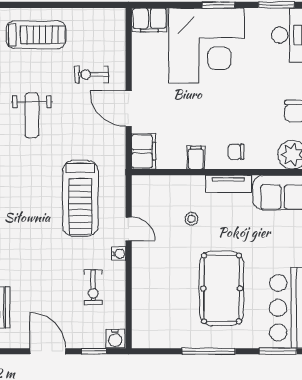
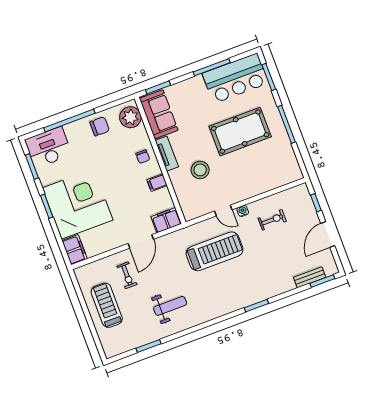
treadmill: (36, 35) -> (107, 305), moved
stool: (192, 219) -> (200, 170), width x1.89, depth x1.89
door: (129, 229) -> (223, 210), swing flipped
water cooler: (115, 339) -> (302, 192), removed

